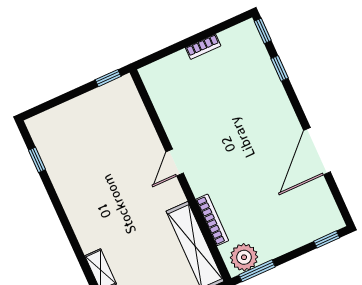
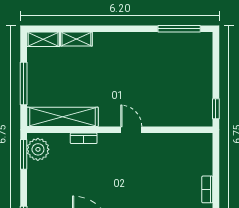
window: (37, 160) -> (179, 29), width x2.17
bookcase: (212, 220) -> (84, 138), width x0.64

